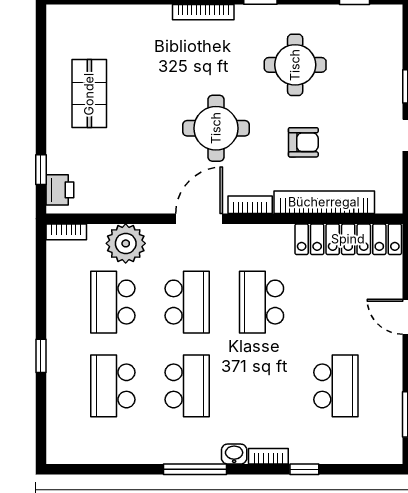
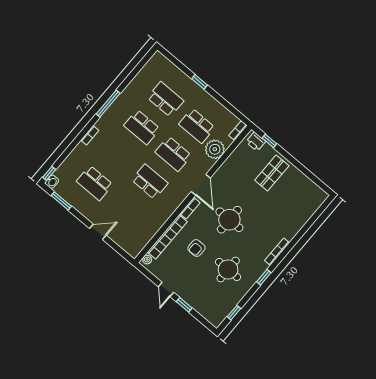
shop shelf: (89, 94) -> (272, 173), moved, turned 90
plant: (386, 204) -> (147, 260), added
locker: (348, 239) -> (146, 234), removed
school desk: (113, 302) -> (197, 126), turned 180
washbasin: (234, 454) -> (52, 182), moved
window: (304, 469) -> (49, 173), moved

